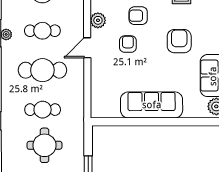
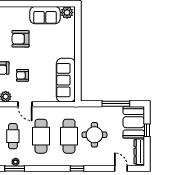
sofa: (152, 105) -> (66, 80), moved
cafe table: (43, 110) -> (69, 136), width x1.37, depth x1.35

